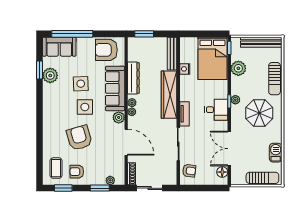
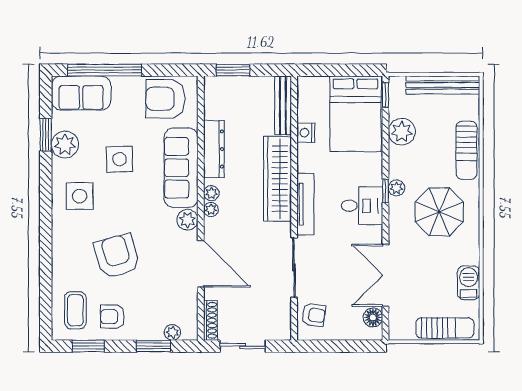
side table: (85, 107) -> (80, 196), moved
tv unit: (185, 114) -> (305, 204), width x1.41

